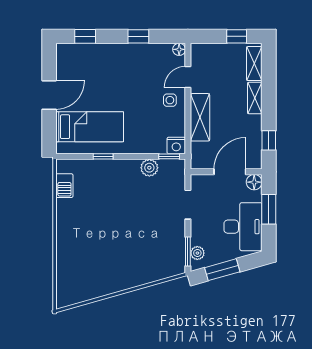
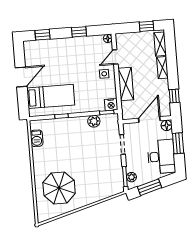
parasol: (91, 260) -> (59, 188), added

